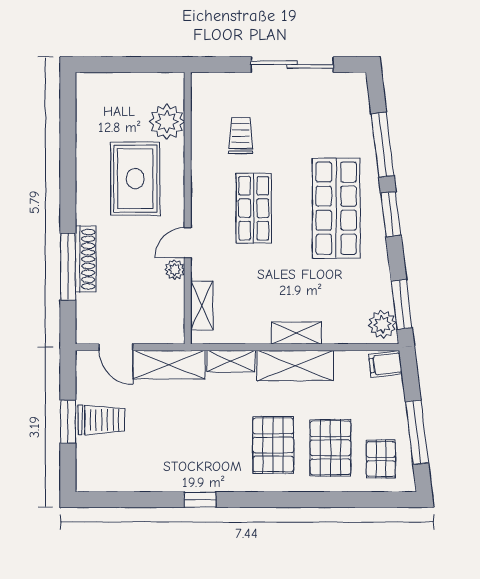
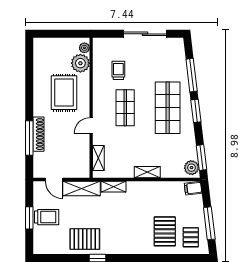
plant: (175, 270) -> (84, 48), moved
shelving: (295, 366) -> (147, 189), removed
pallet: (273, 445) -> (85, 239), moved, turned 90

